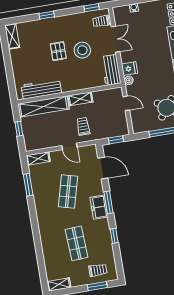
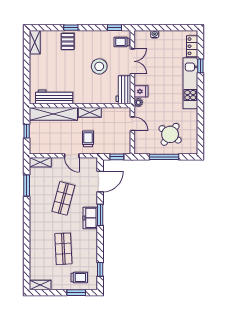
pallet: (58, 51) -> (68, 41), moved
door: (103, 168) -> (100, 181), hinge flipped
window: (114, 236) -> (100, 269), moved

